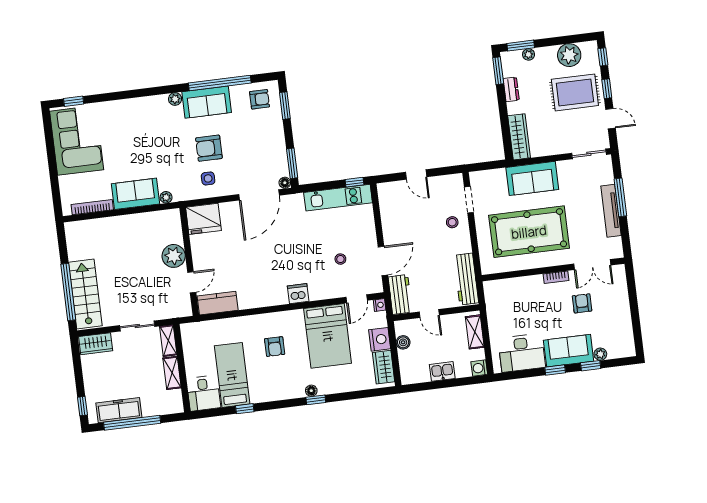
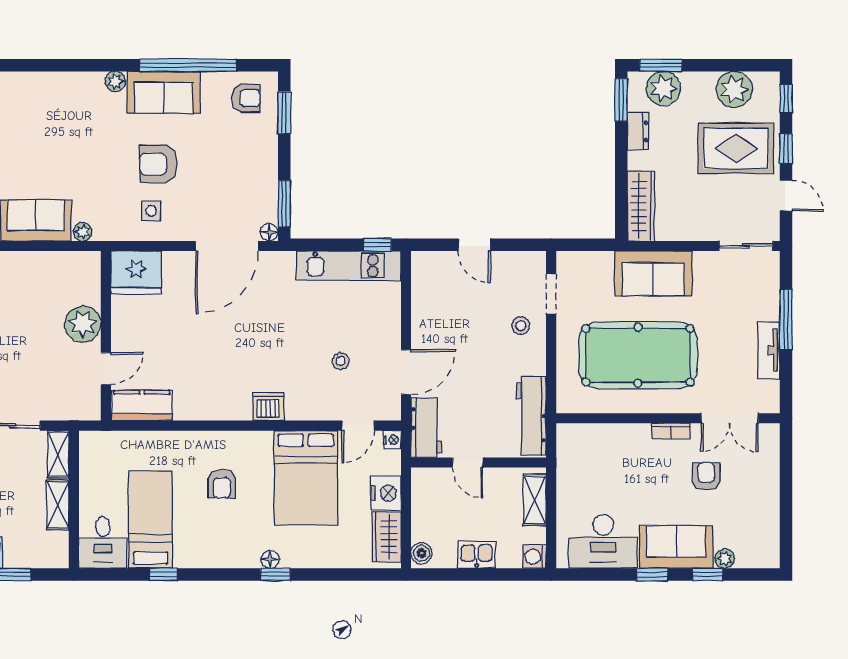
plant: (529, 54) -> (663, 89), width x1.88, depth x1.88
tv unit: (611, 211) -> (769, 350), width x0.71
boiler: (403, 342) -> (422, 553), moved

